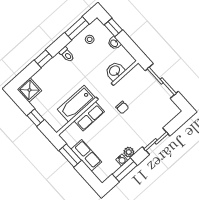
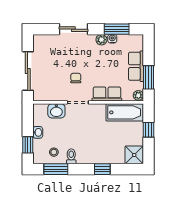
toilet: (67, 55) -> (71, 156), moved
bathtub: (76, 104) -> (125, 112), moved
plant: (66, 136) -> (138, 95), added

